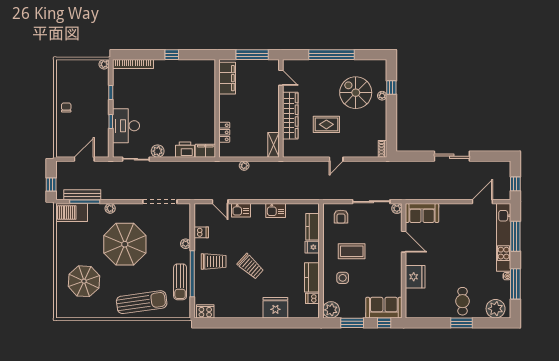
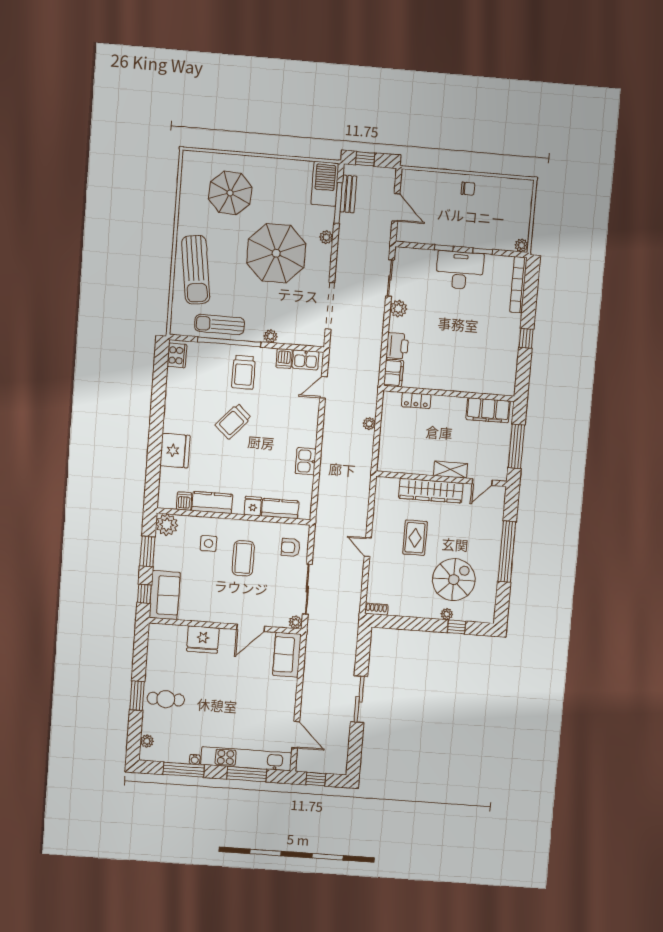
desk: (126, 126) -> (460, 270), moved
shelving: (273, 145) -> (451, 470), moved
bench: (82, 195) -> (348, 194), width x0.73
kitchen sink: (241, 210) -> (306, 360), moved, turned -90
plant: (496, 309) -> (147, 741), width x0.53, depth x0.53

